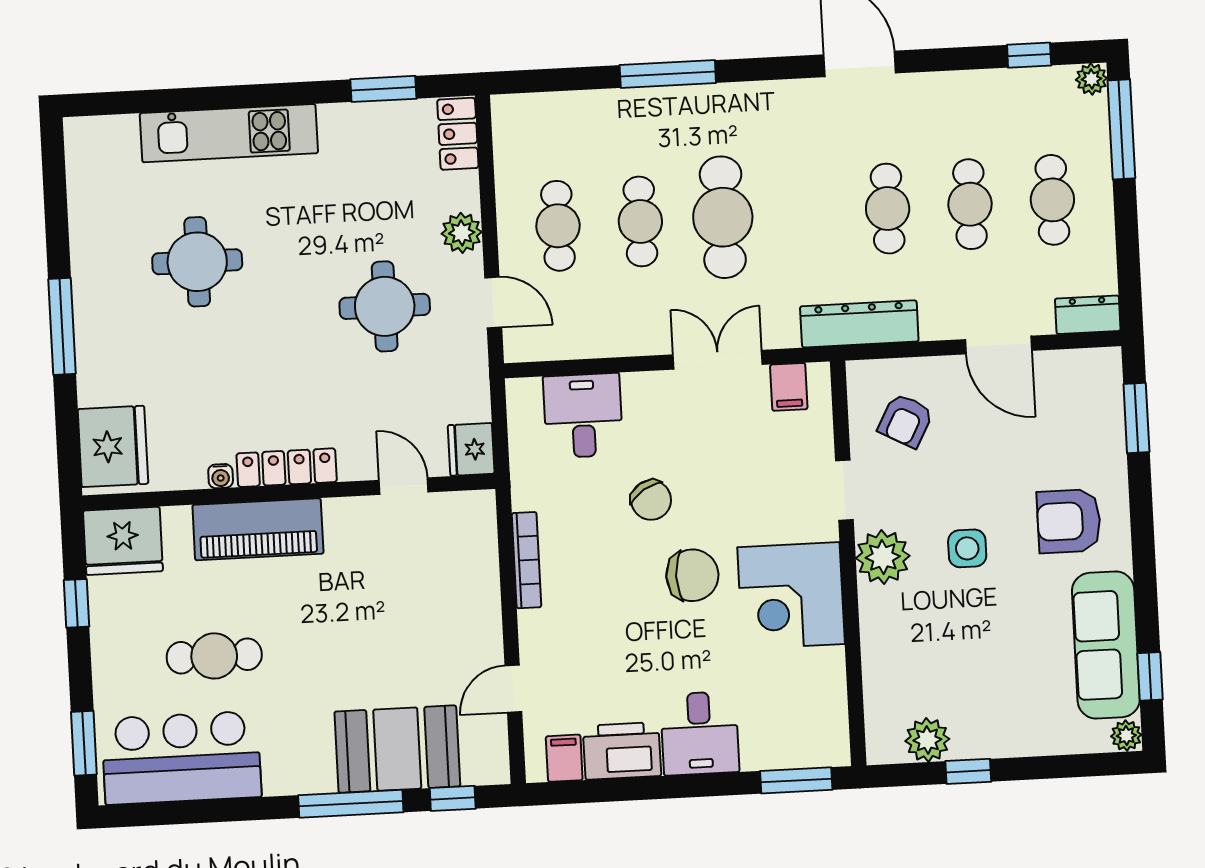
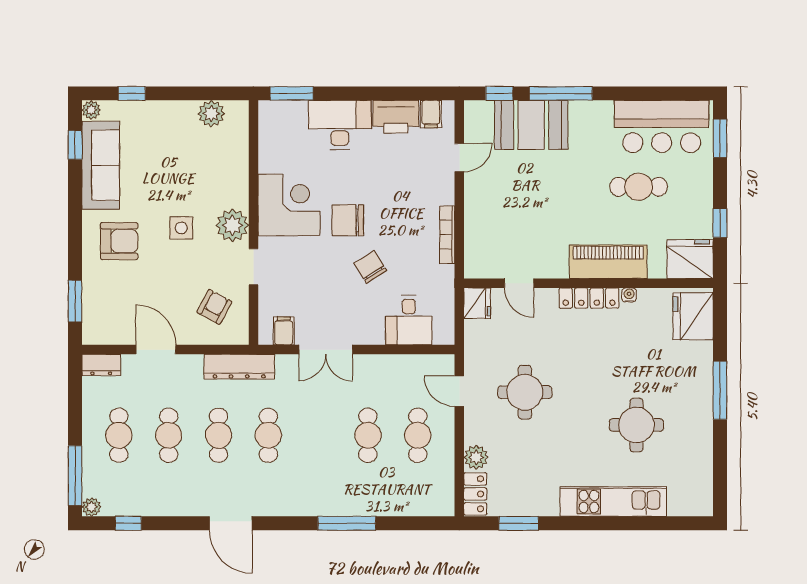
cafe table: (723, 217) -> (268, 435), moved, width x0.73, depth x0.74
plant: (462, 233) -> (476, 457), moved
desk: (700, 733) -> (340, 125), width x1.37
window: (968, 771) -> (132, 93), moved

